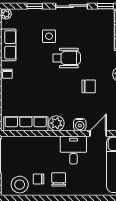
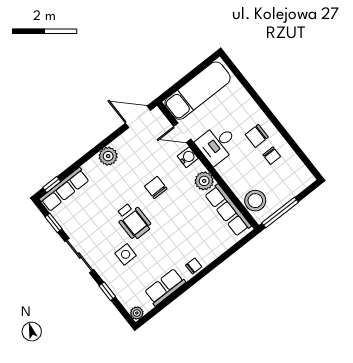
wheelchair: (67, 58) -> (133, 221), turned 180
chair: (89, 86) -> (156, 188), moved
stool: (20, 185) -> (255, 201), moved

